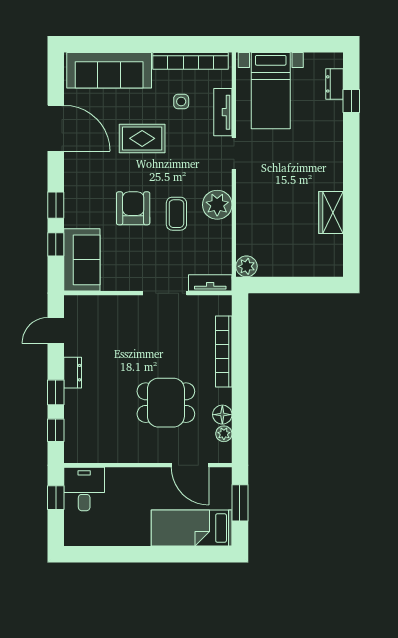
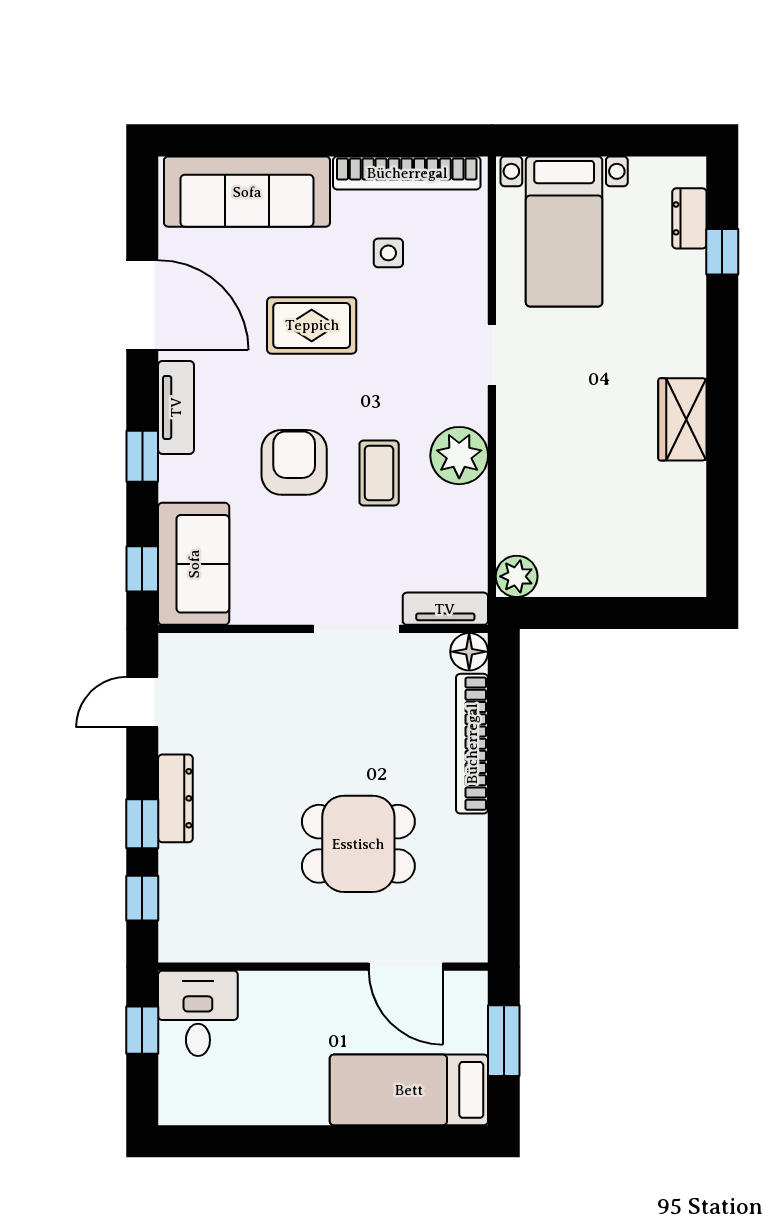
tv unit: (223, 112) -> (176, 407), moved, turned 180
wardrobe: (331, 213) -> (682, 419), moved
window: (56, 244) -> (142, 569), moved
dresser: (73, 373) -> (175, 798), width x1.44
floor lamp: (222, 415) -> (469, 652), moved
plant: (224, 434) -> (472, 905), removed

